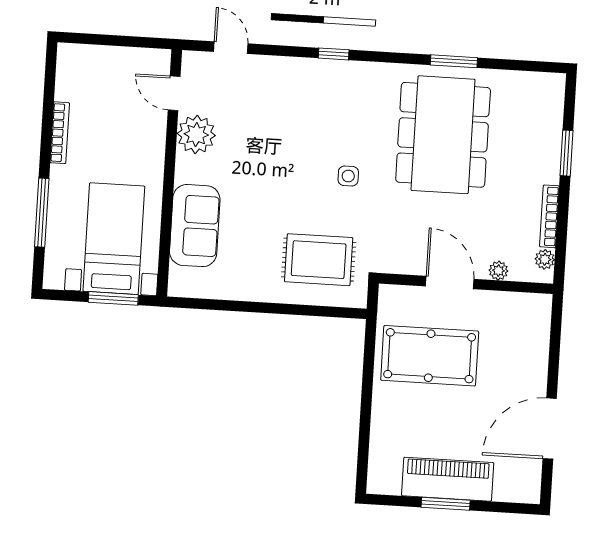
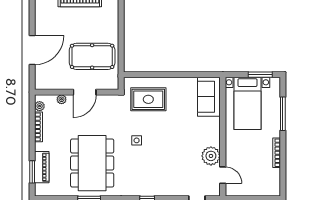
piano: (548, 133) -> (42, 167), added
window: (567, 153) -> (32, 172), moved
sofa: (195, 226) -> (209, 97), moved
door: (450, 283) -> (85, 92), hinge flipped
window: (113, 298) -> (260, 75), moved
door: (550, 429) -> (32, 50), moved

